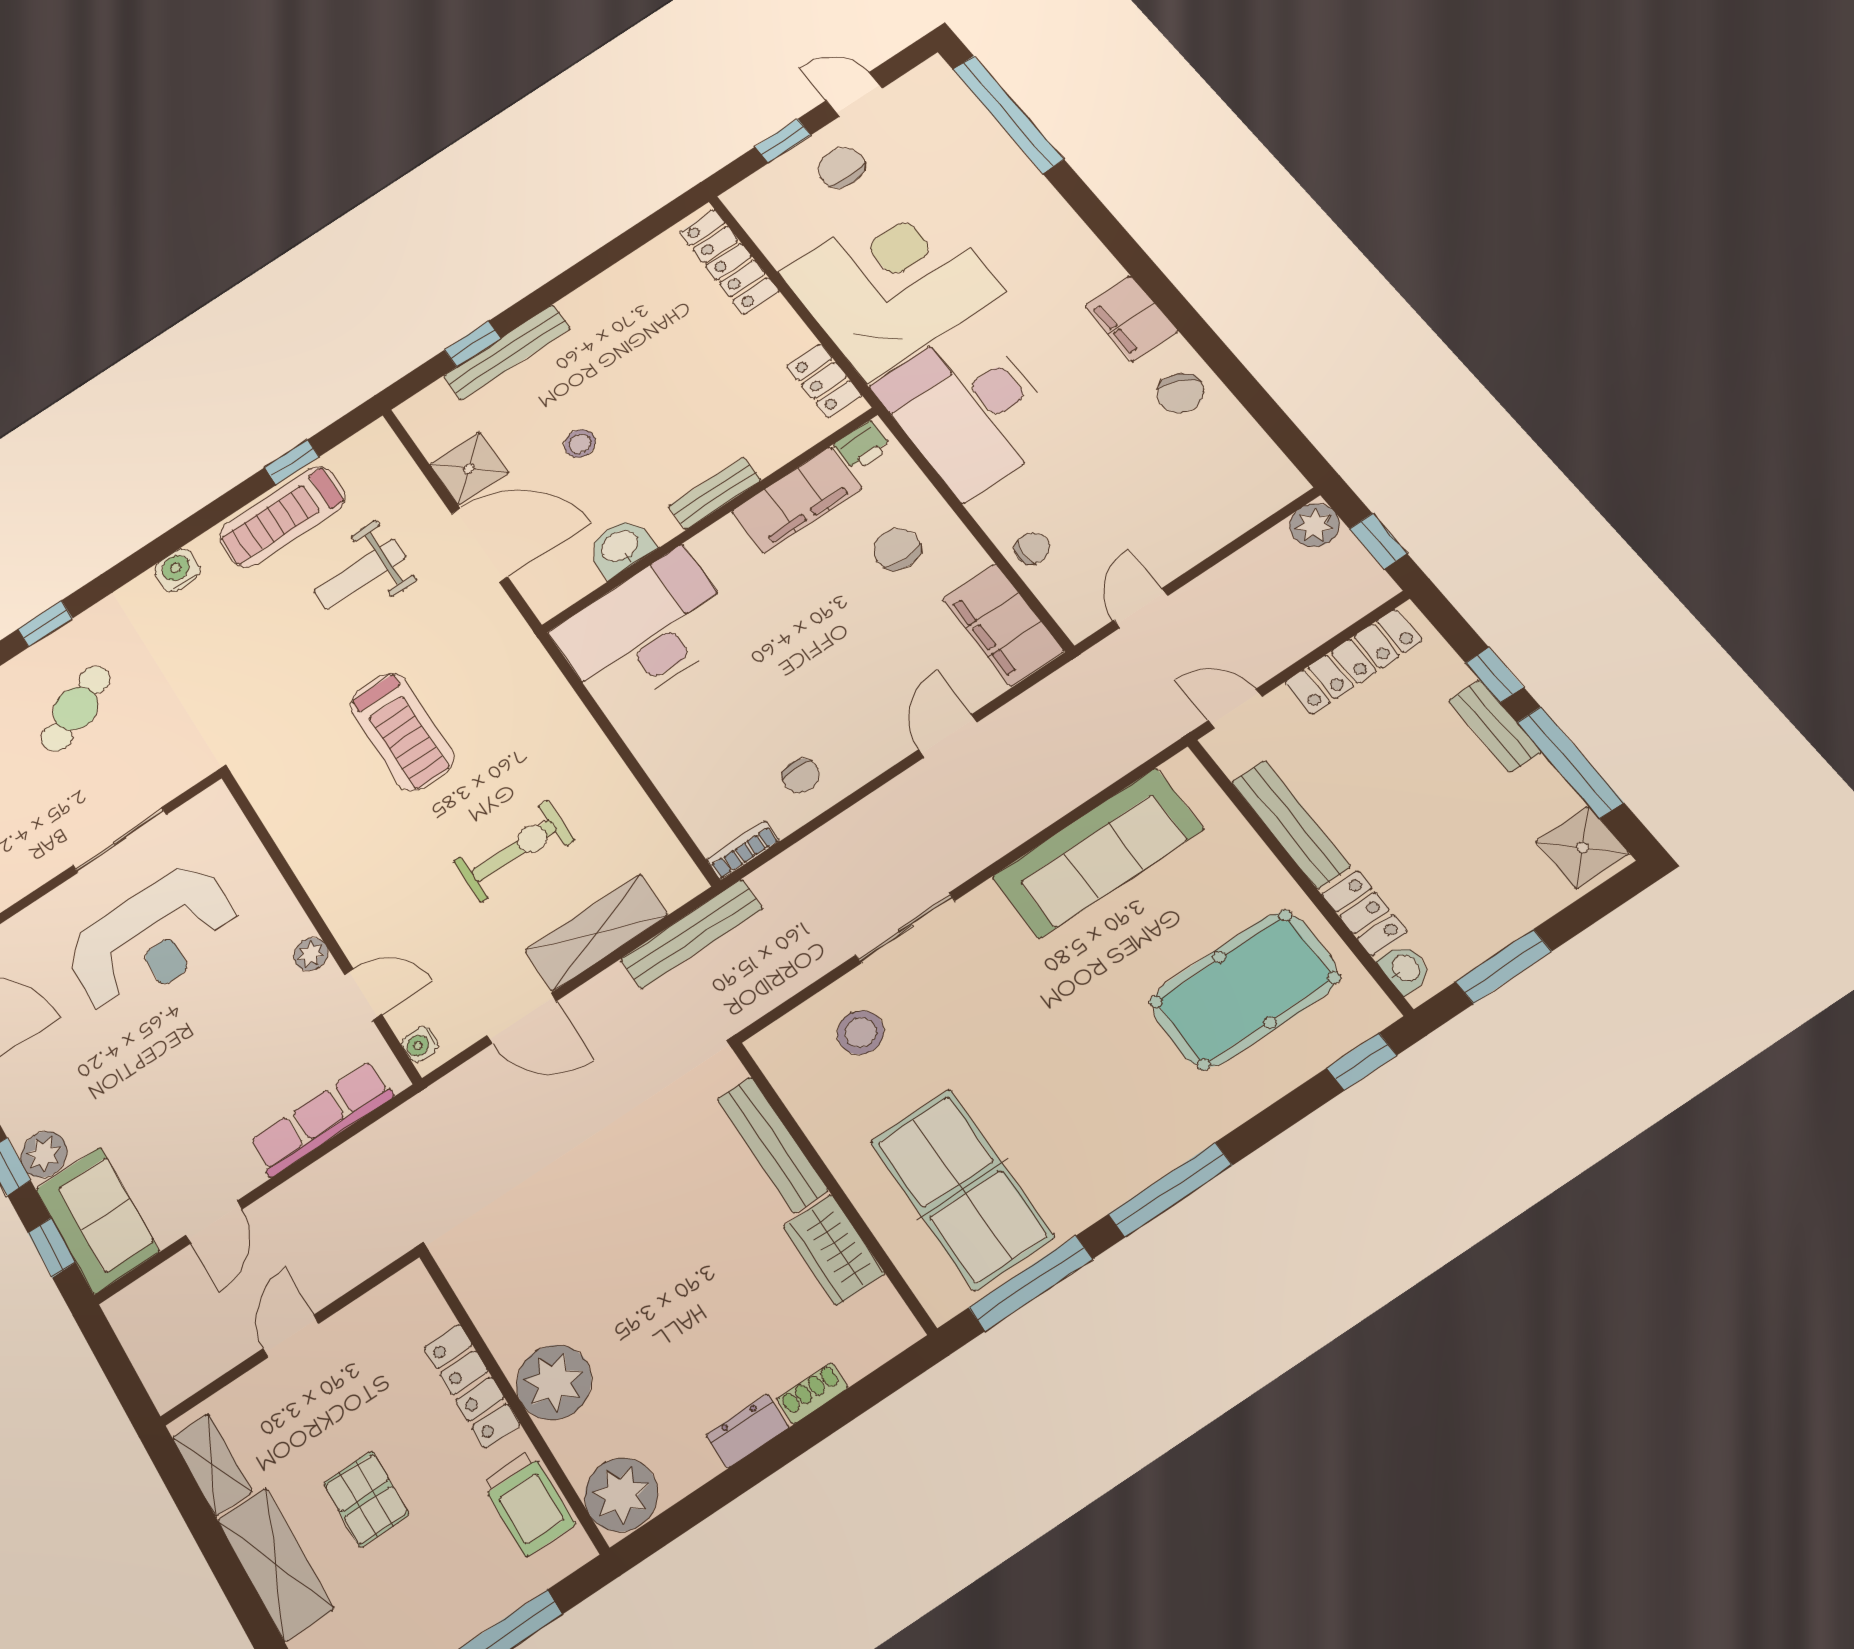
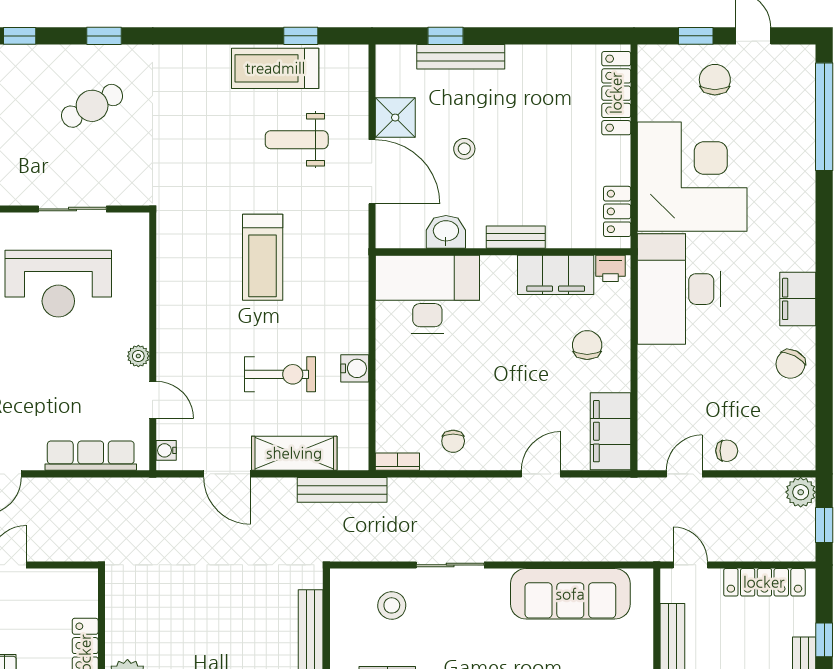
chair: (1032, 548) -> (727, 451), moved
water cooler: (177, 570) -> (355, 368), moved, turned 90

